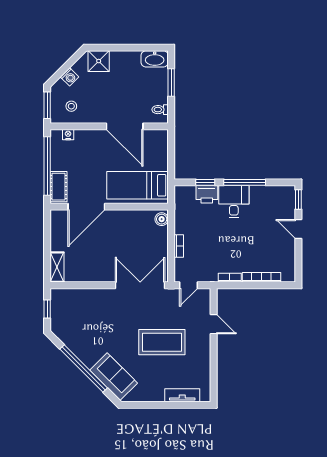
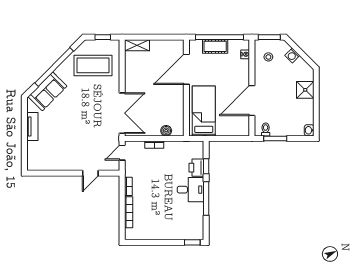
washbasin: (155, 59) -> (309, 130), width x0.52, depth x0.69
shower: (99, 61) -> (305, 90), moved
window: (171, 82) -> (275, 139), moved
cot: (58, 187) -> (215, 46), moved
door: (86, 207) -> (186, 69), hinge flipped
boiler: (162, 219) -> (166, 131), moved
door: (298, 229) -> (168, 242), removed
door: (188, 285) -> (122, 153), hinge flipped
coffee table: (162, 342) -> (93, 65), moved, turned 90
tv unit: (182, 395) -> (32, 127), moved

